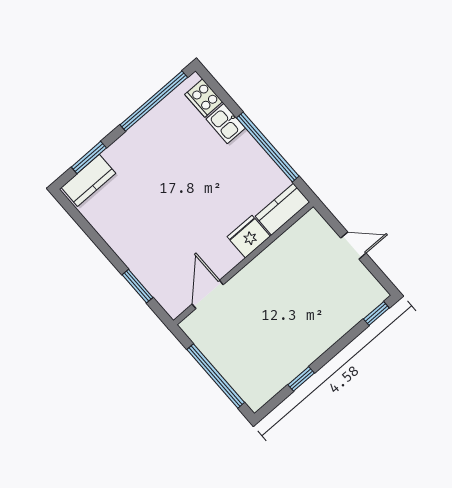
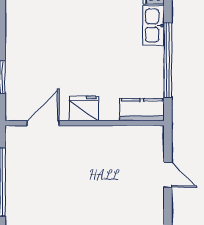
kitchen sink: (226, 123) -> (154, 26), width x1.38
fridge: (249, 237) -> (84, 108), moved

